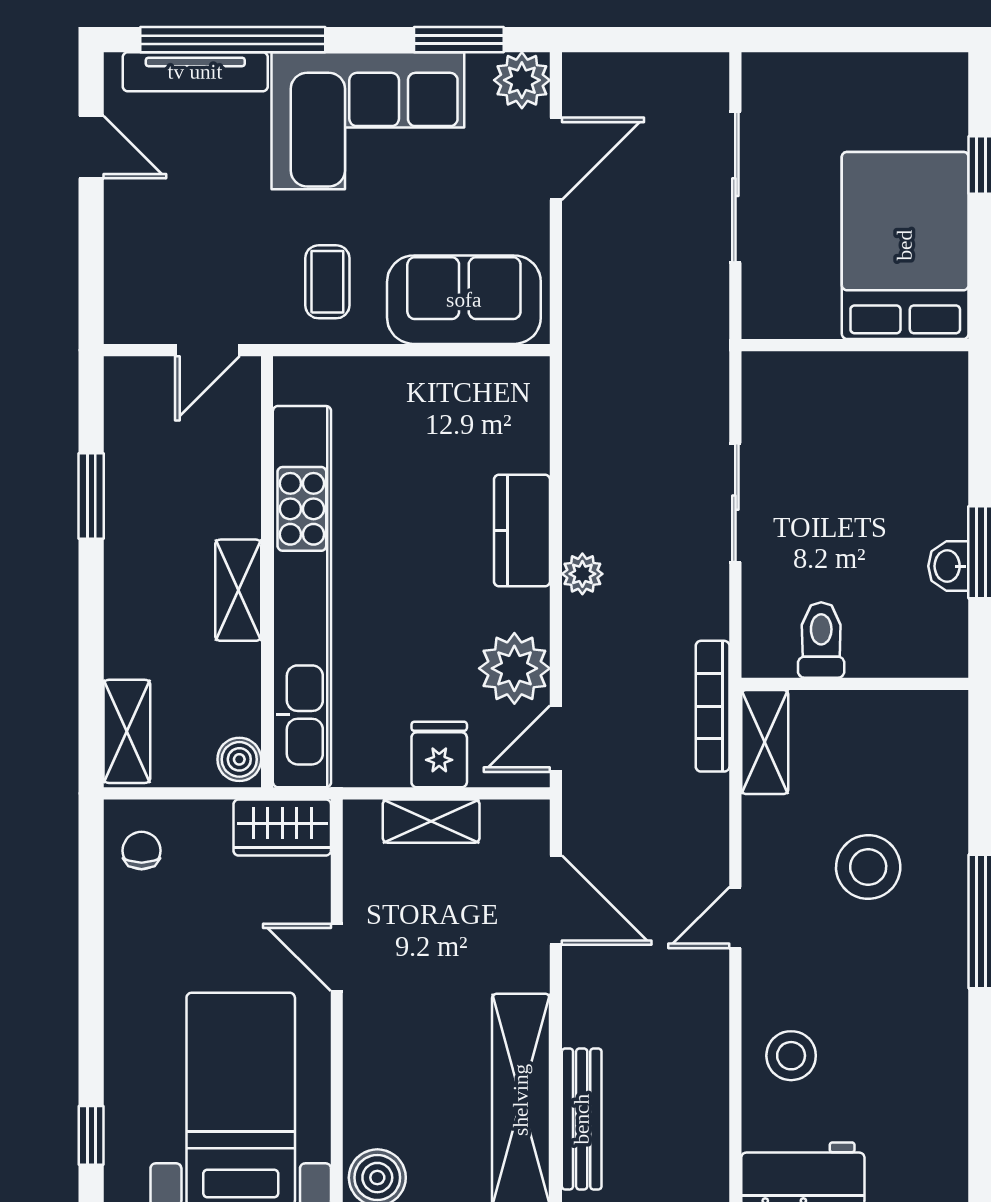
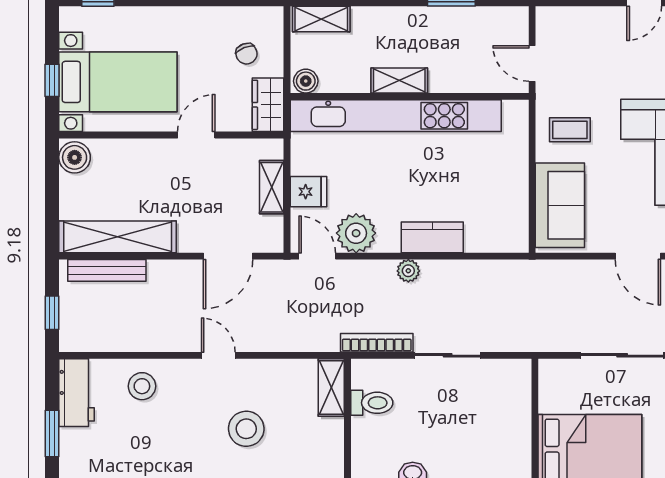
bookcase: (713, 706) -> (377, 343), moved
shelving: (765, 742) -> (331, 387), moved, turned 90
chair: (142, 851) -> (246, 54), moved, turned 69

